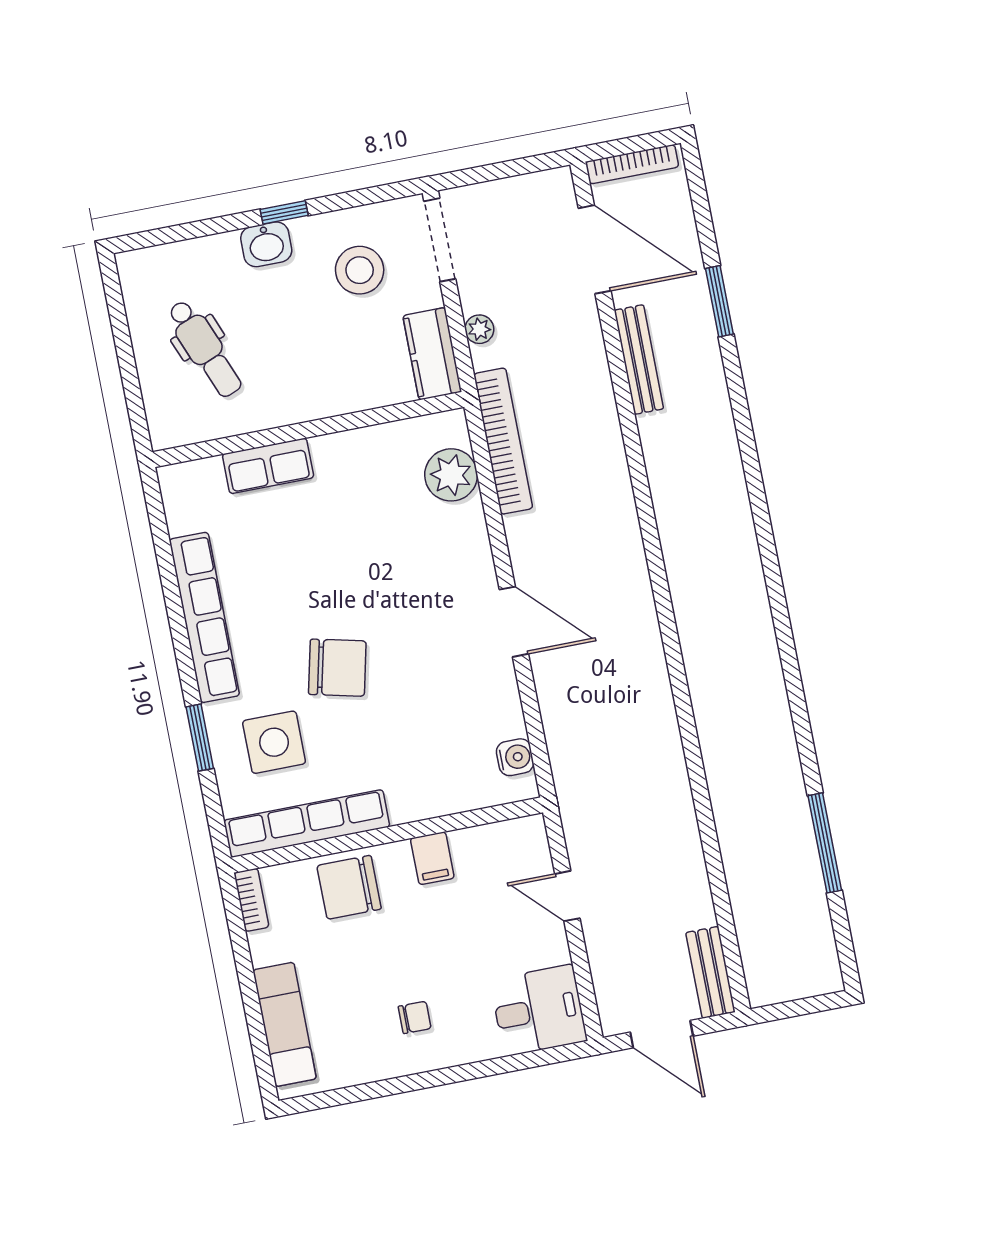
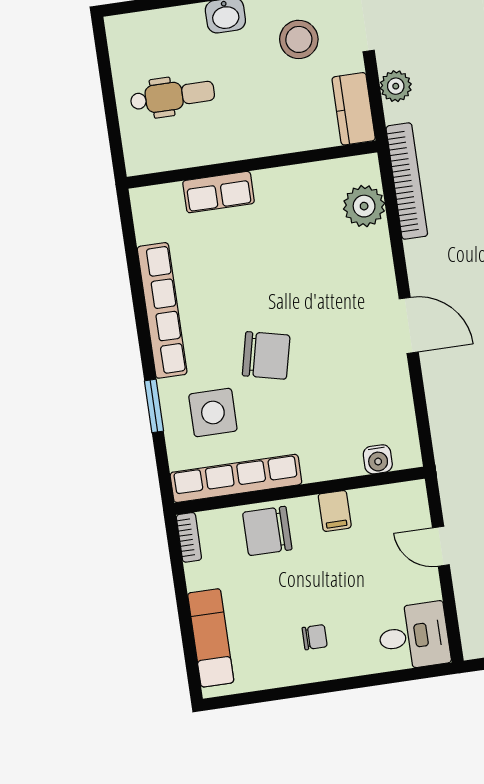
plant: (479, 329) -> (396, 86), width x1.38, depth x1.38
dental chair: (205, 349) -> (172, 96), turned -68
water cooler: (515, 757) -> (378, 459), moved, turned 90

